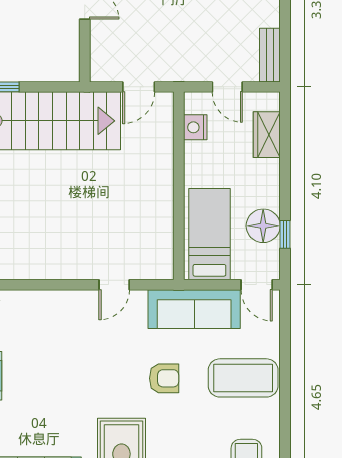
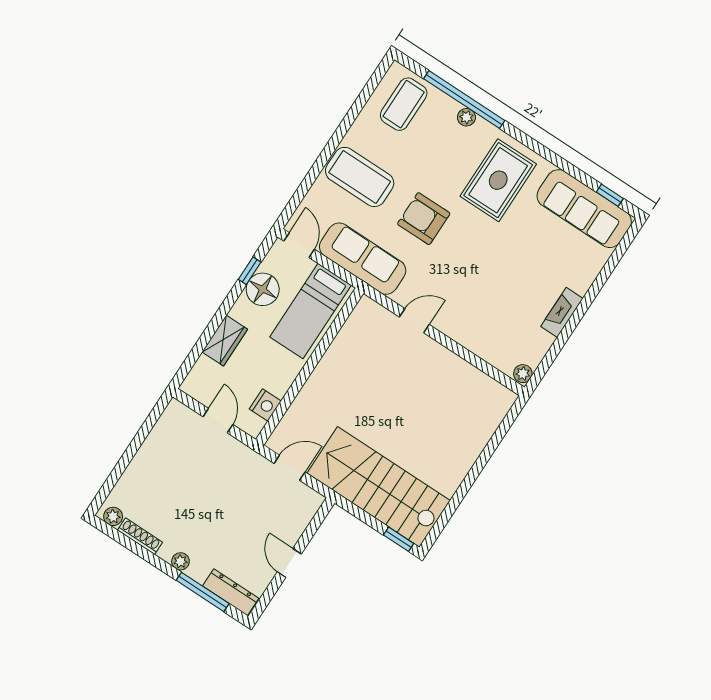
bench: (270, 55) -> (167, 424), removed
wardrobe: (267, 135) -> (225, 341), moved
armchair: (164, 378) -> (424, 219), width x1.38, depth x1.38

